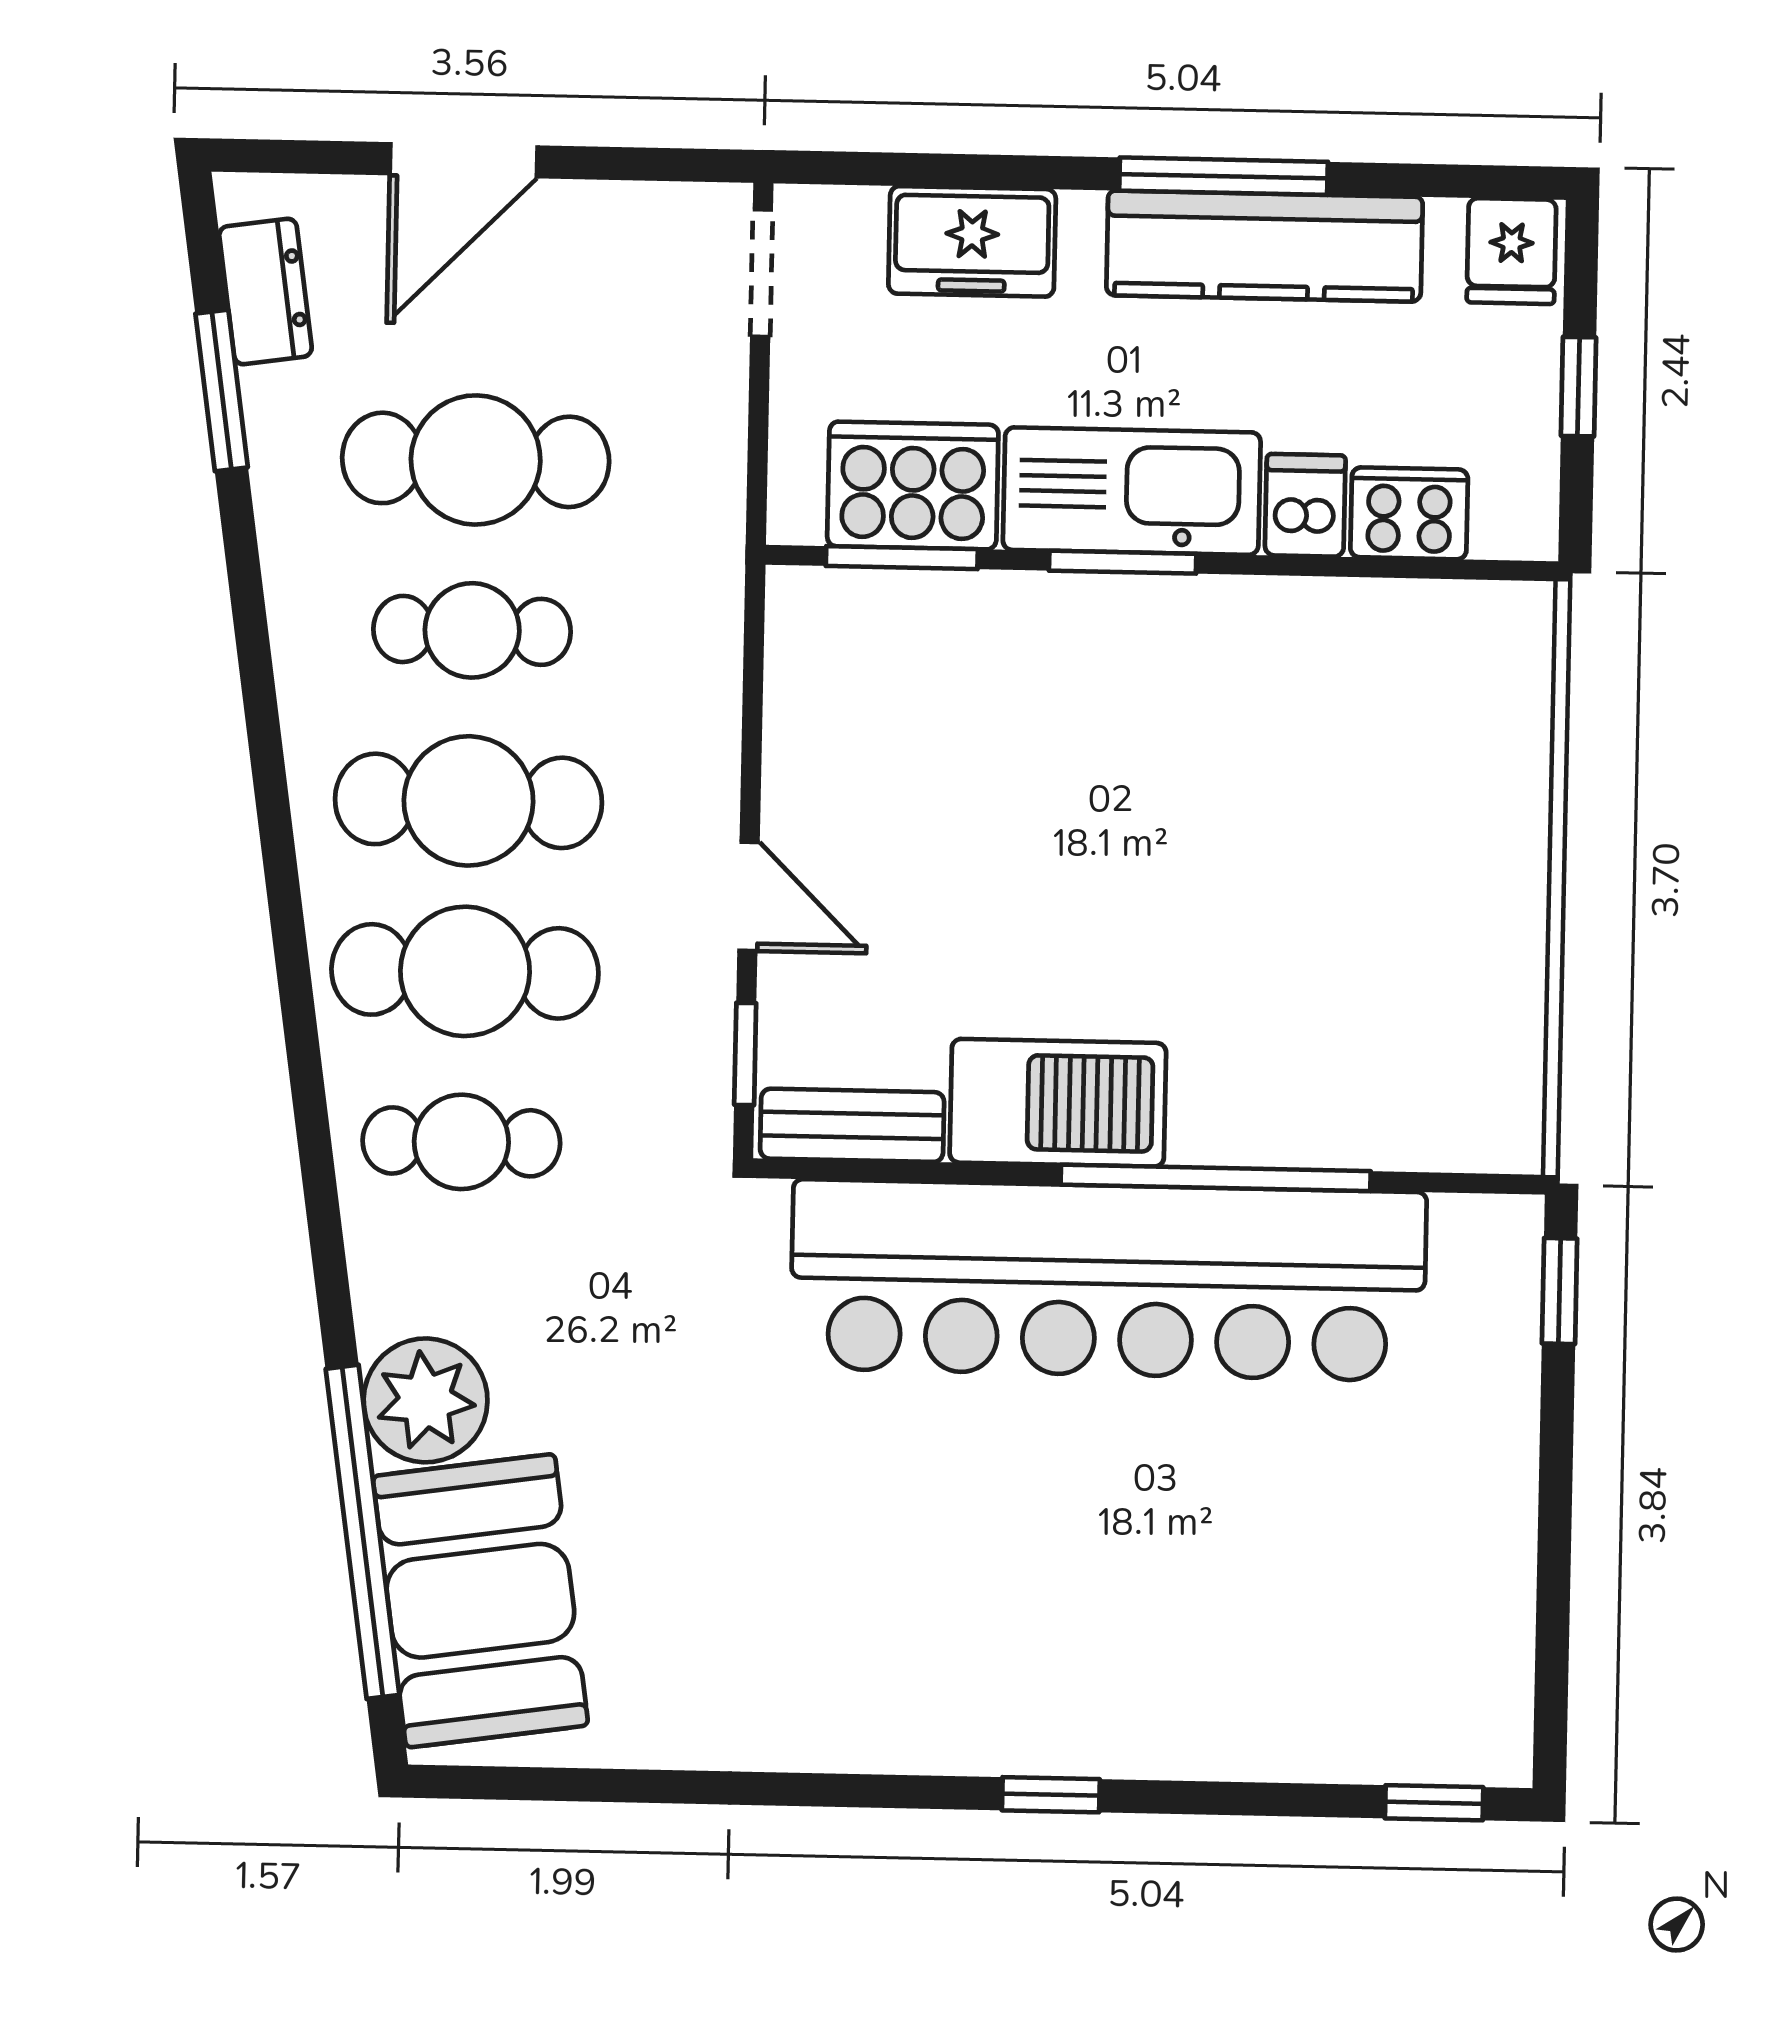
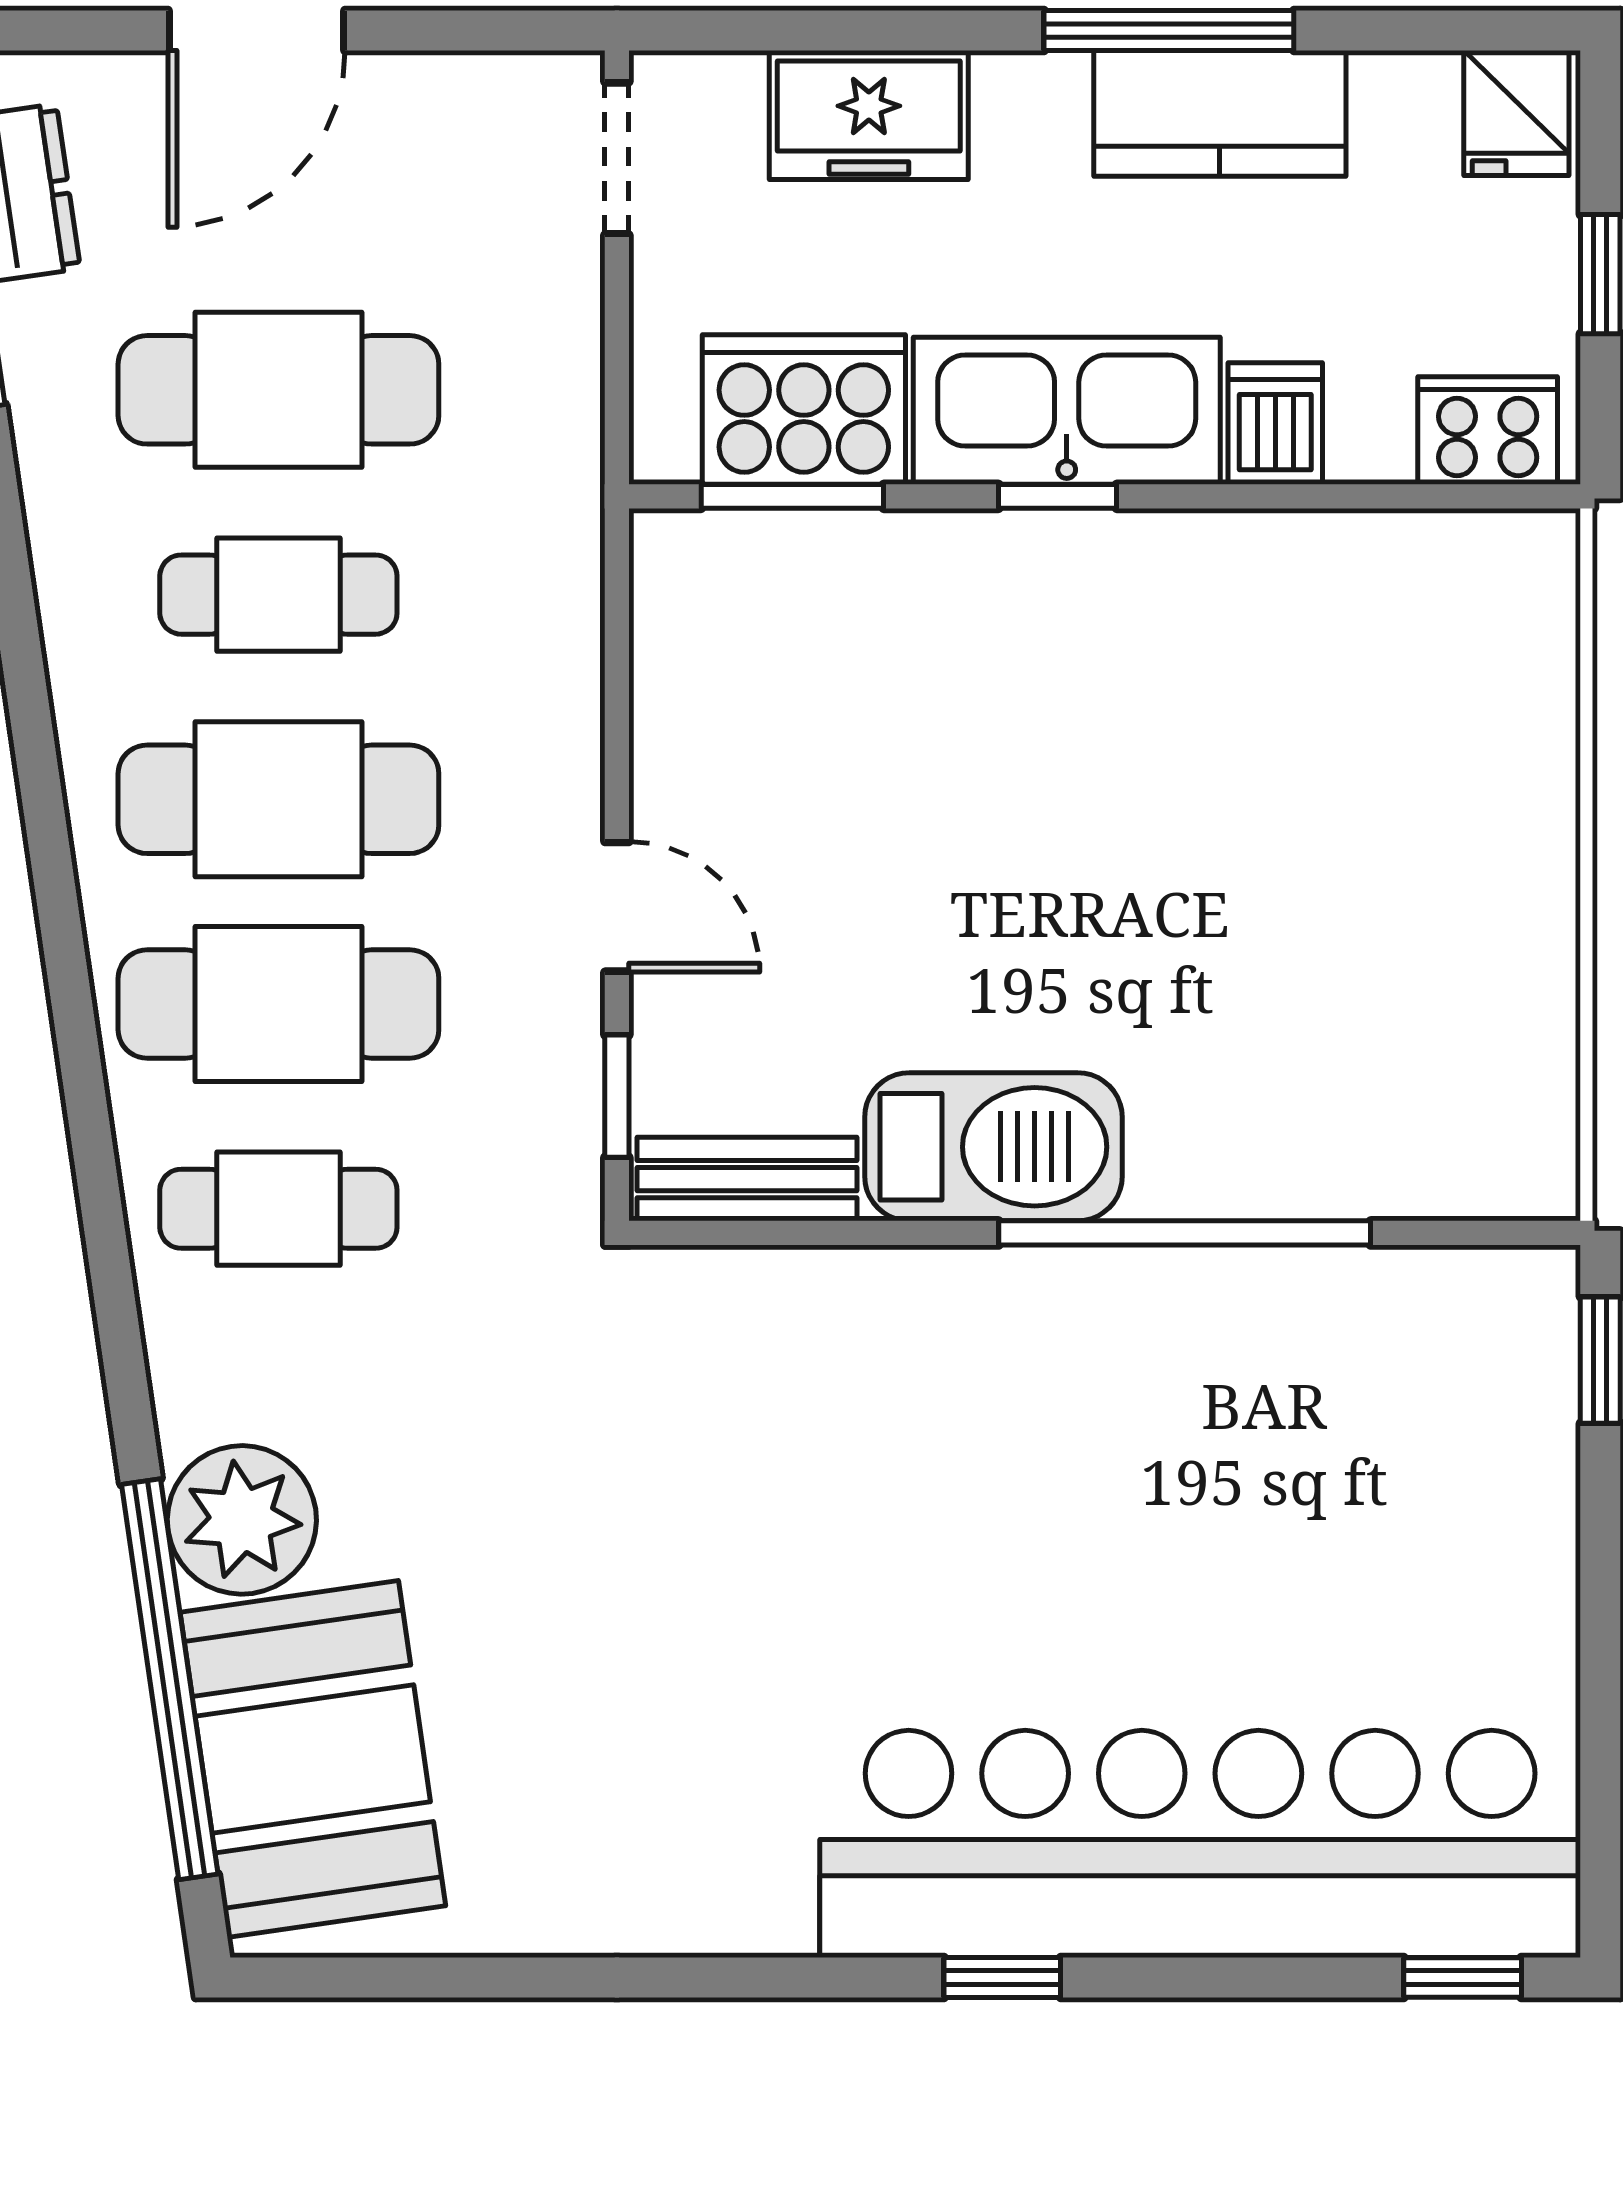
kitchen counter: (1264, 246) -> (1220, 113), width x0.67
cooker: (1409, 513) -> (1488, 430), moved
window: (1123, 562) -> (1058, 496), width x0.67
bar counter: (1108, 1280) -> (1200, 1844), moved, turned 180

